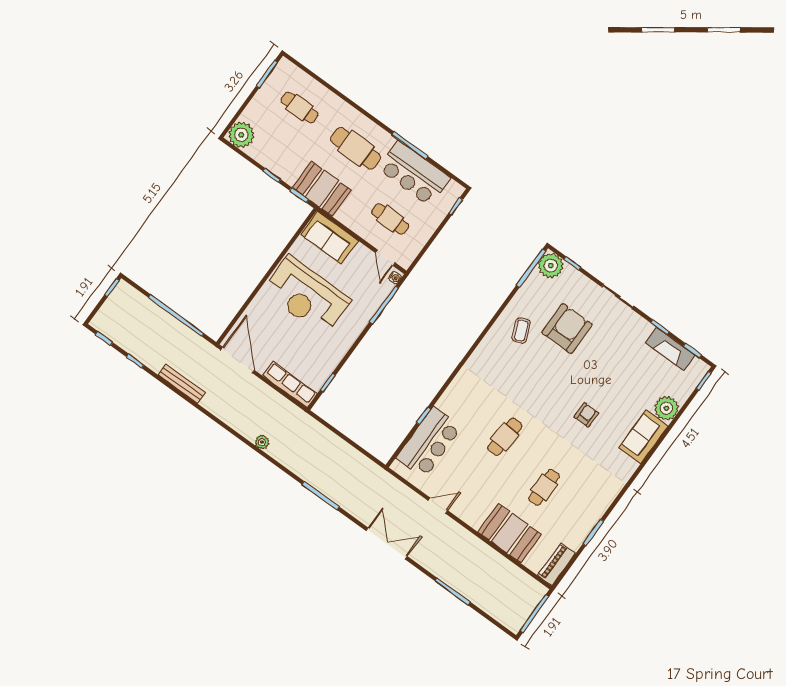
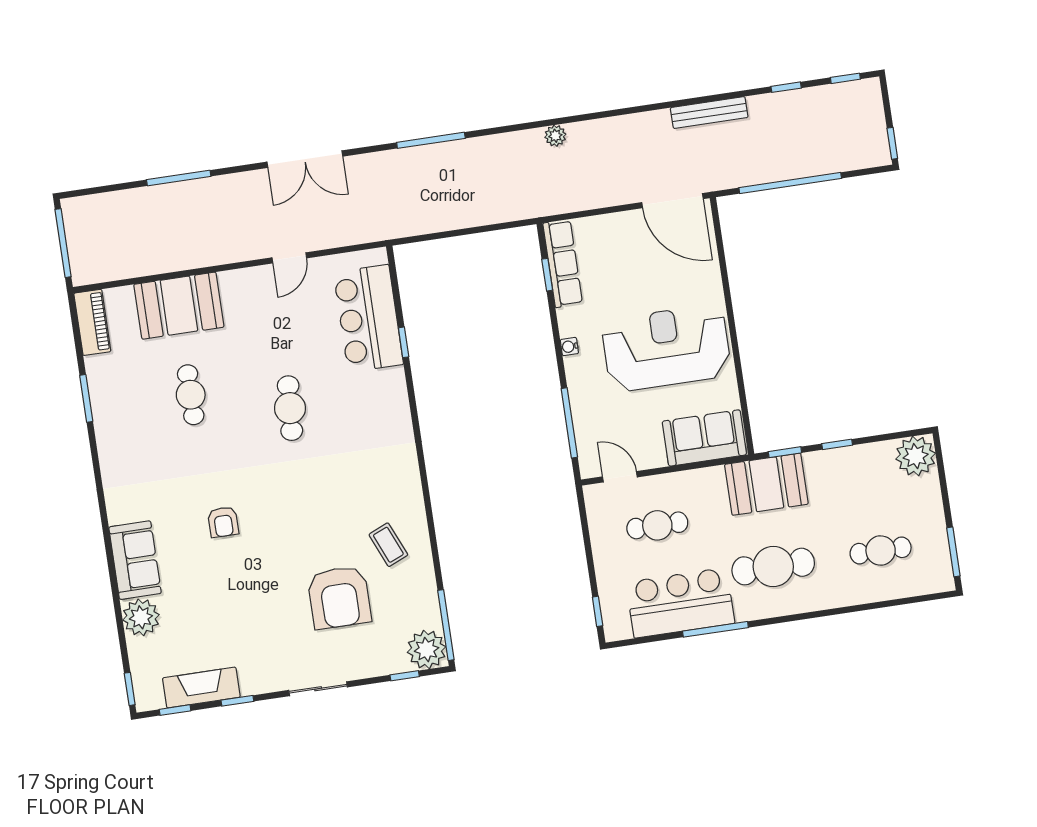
water cooler: (395, 278) -> (569, 347), moved
row of seats: (290, 385) -> (563, 263), moved, turned -90

